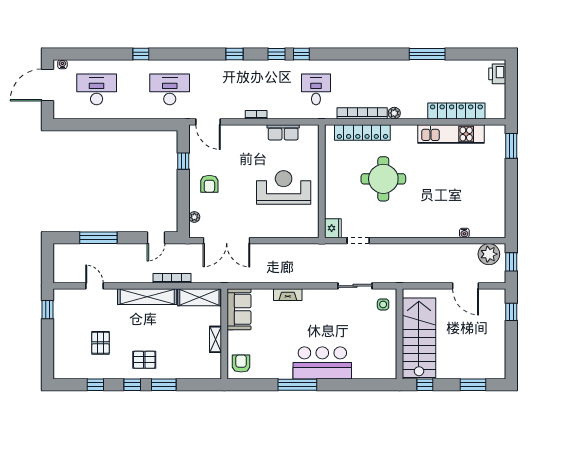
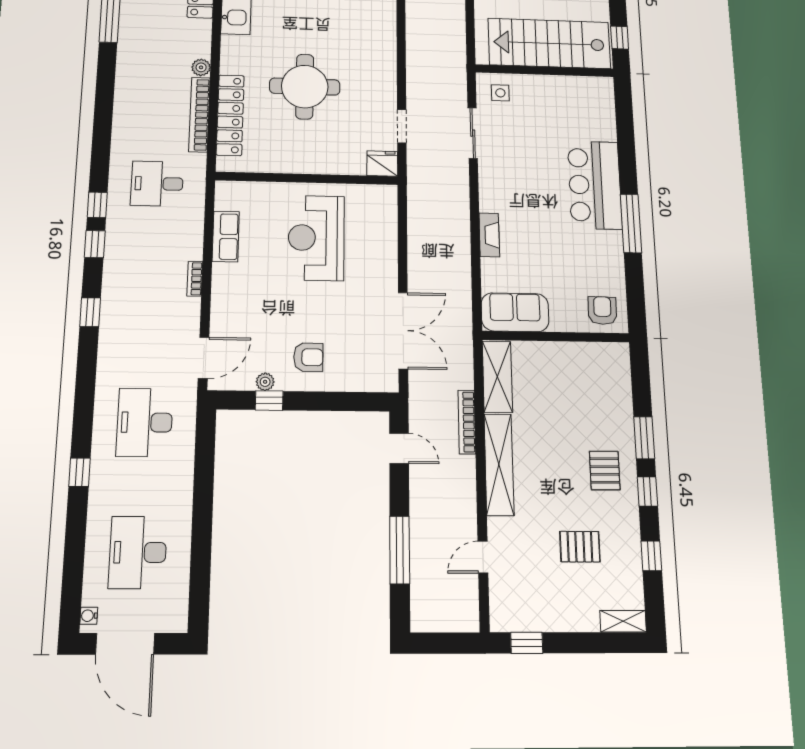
plant: (194, 217) -> (265, 382), moved
shelving: (216, 339) -> (623, 621), moved
armchair: (241, 364) -> (602, 311), turned 91

